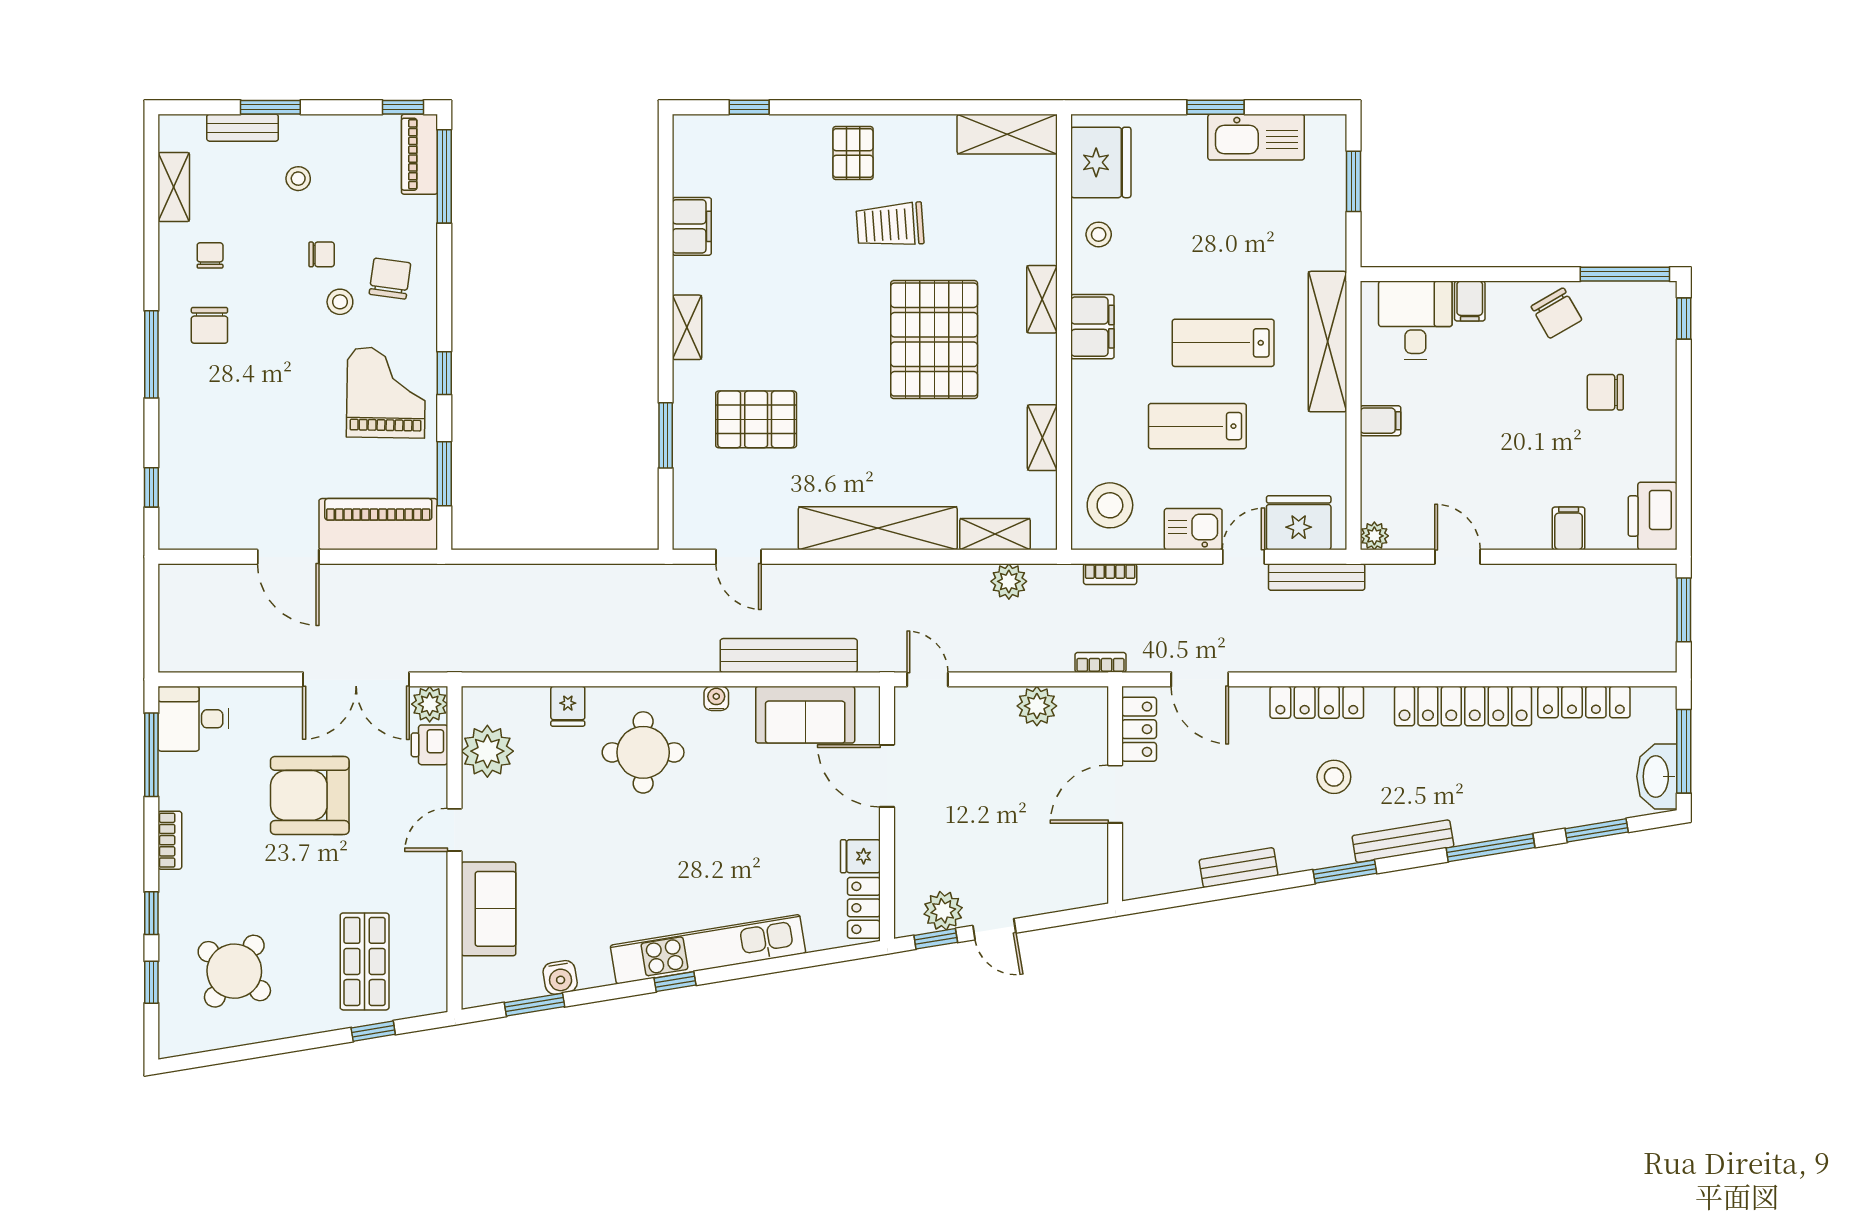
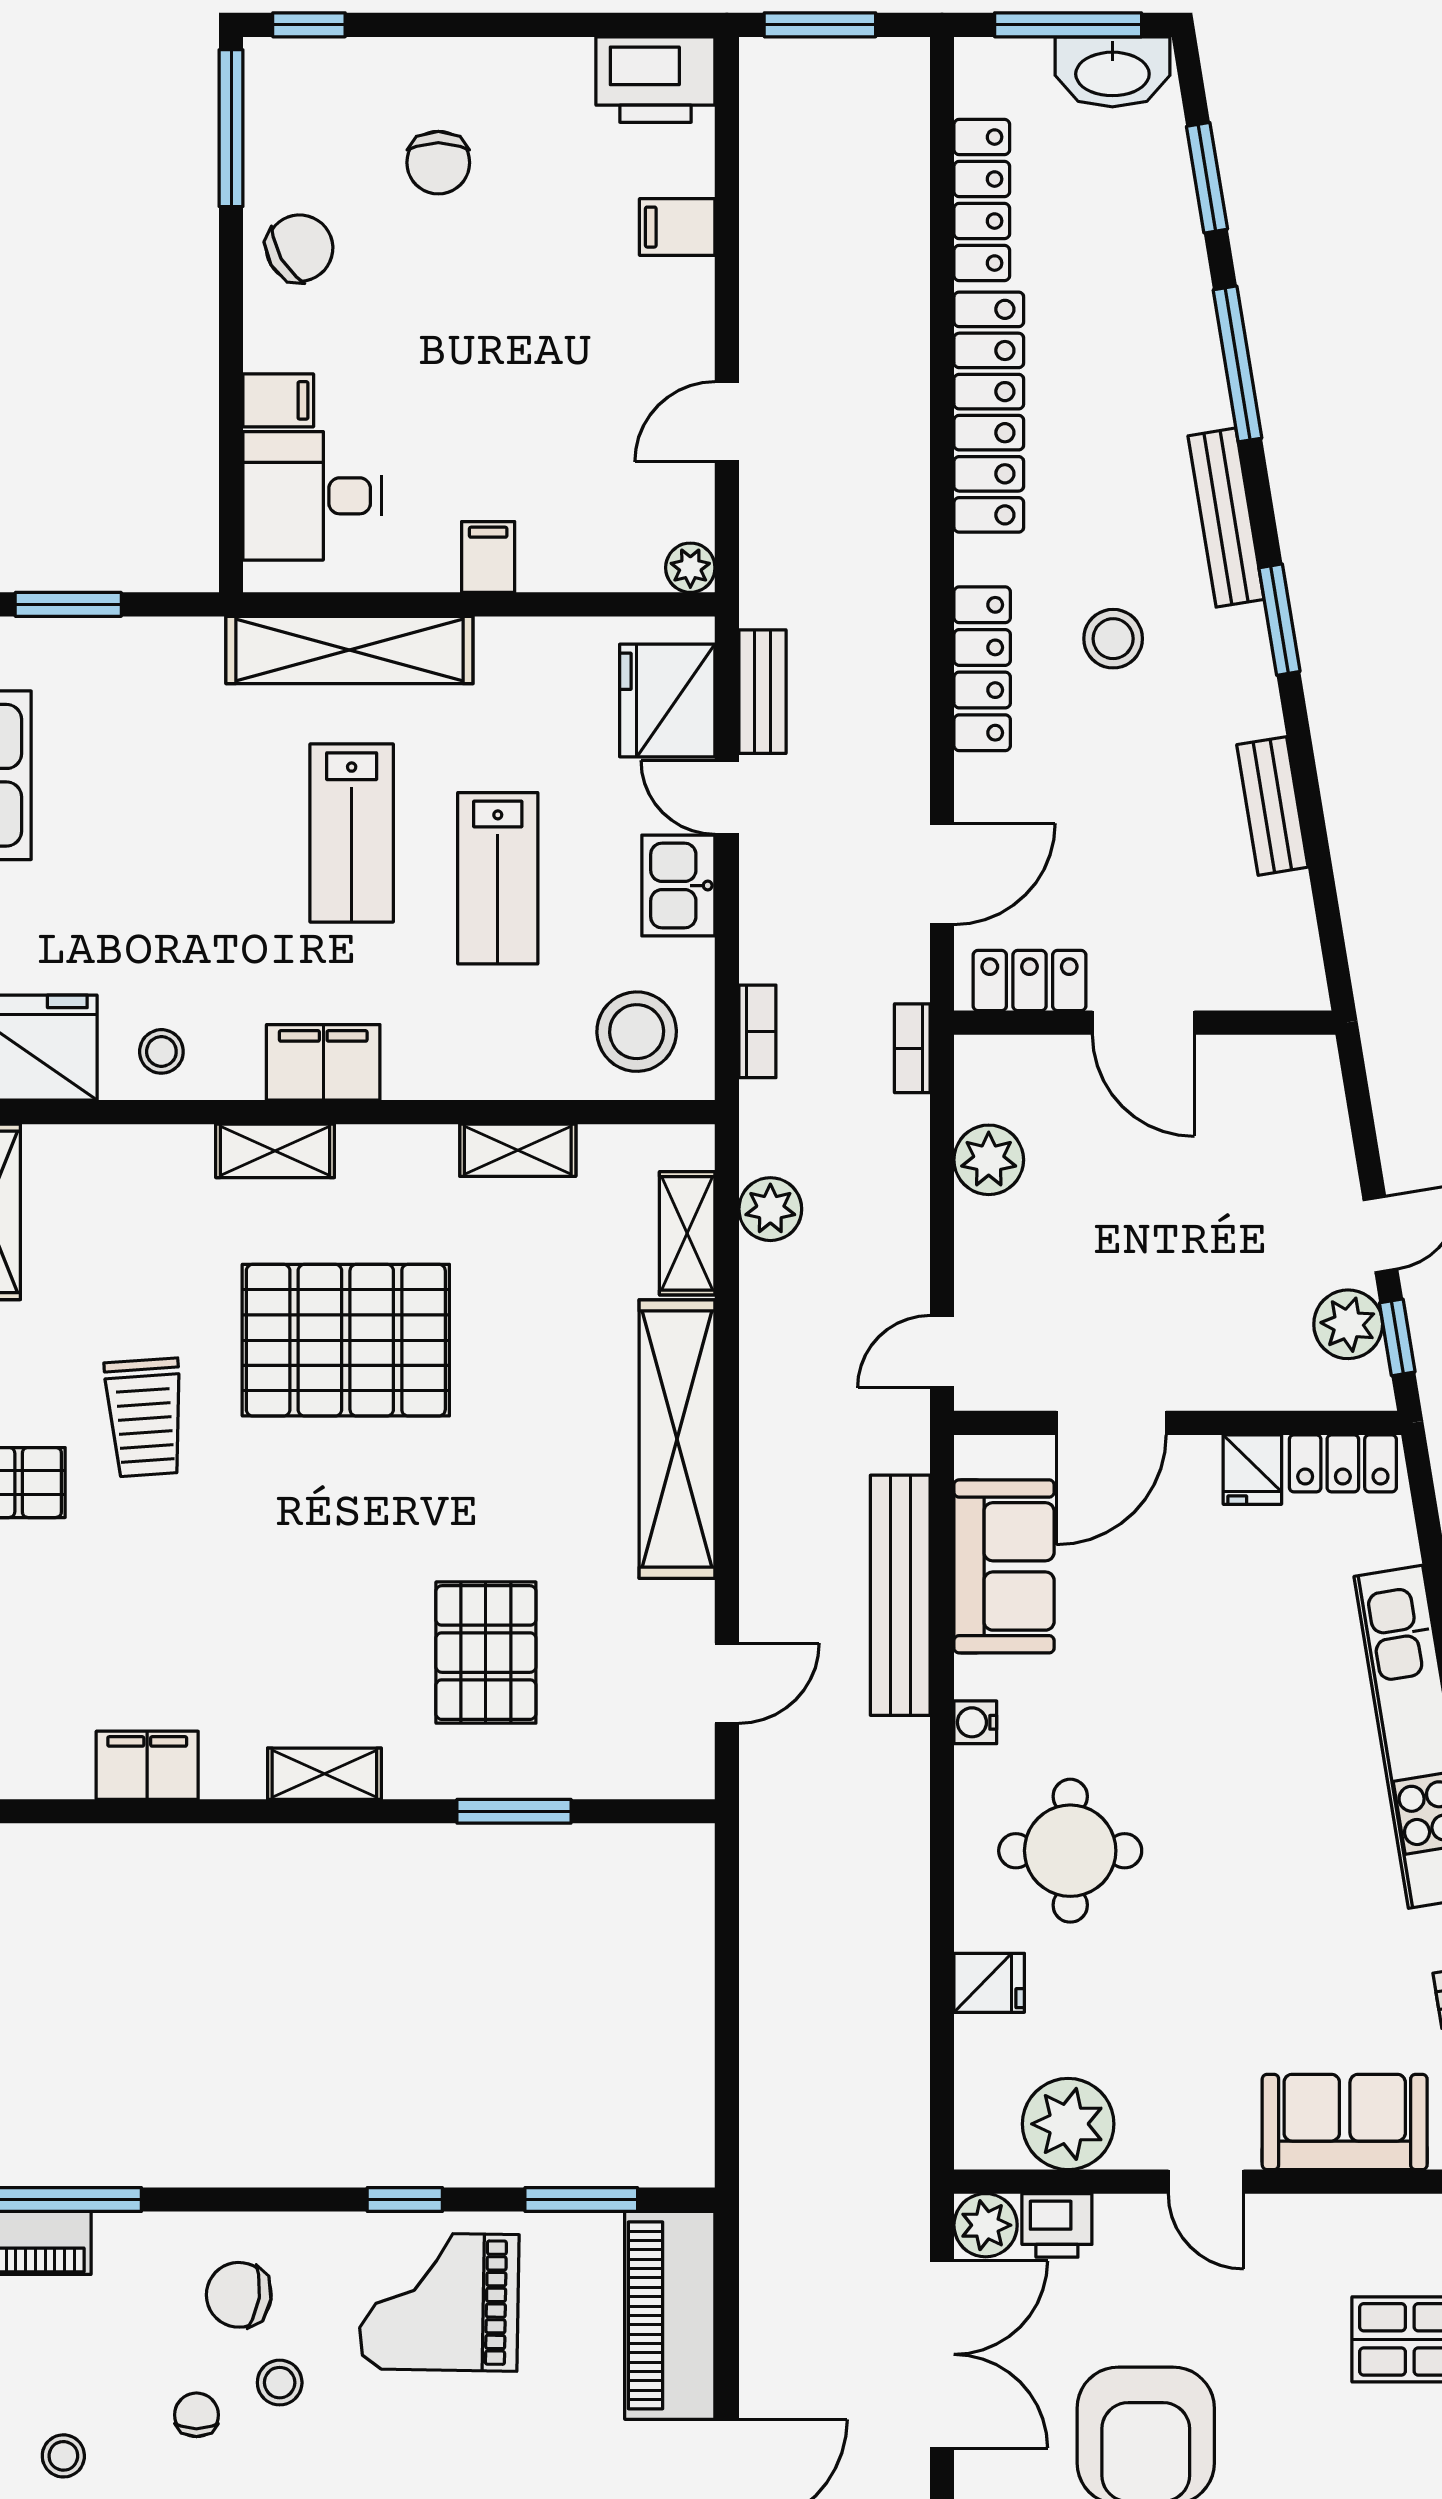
bench: (1317, 577) -> (762, 692), width x0.73

